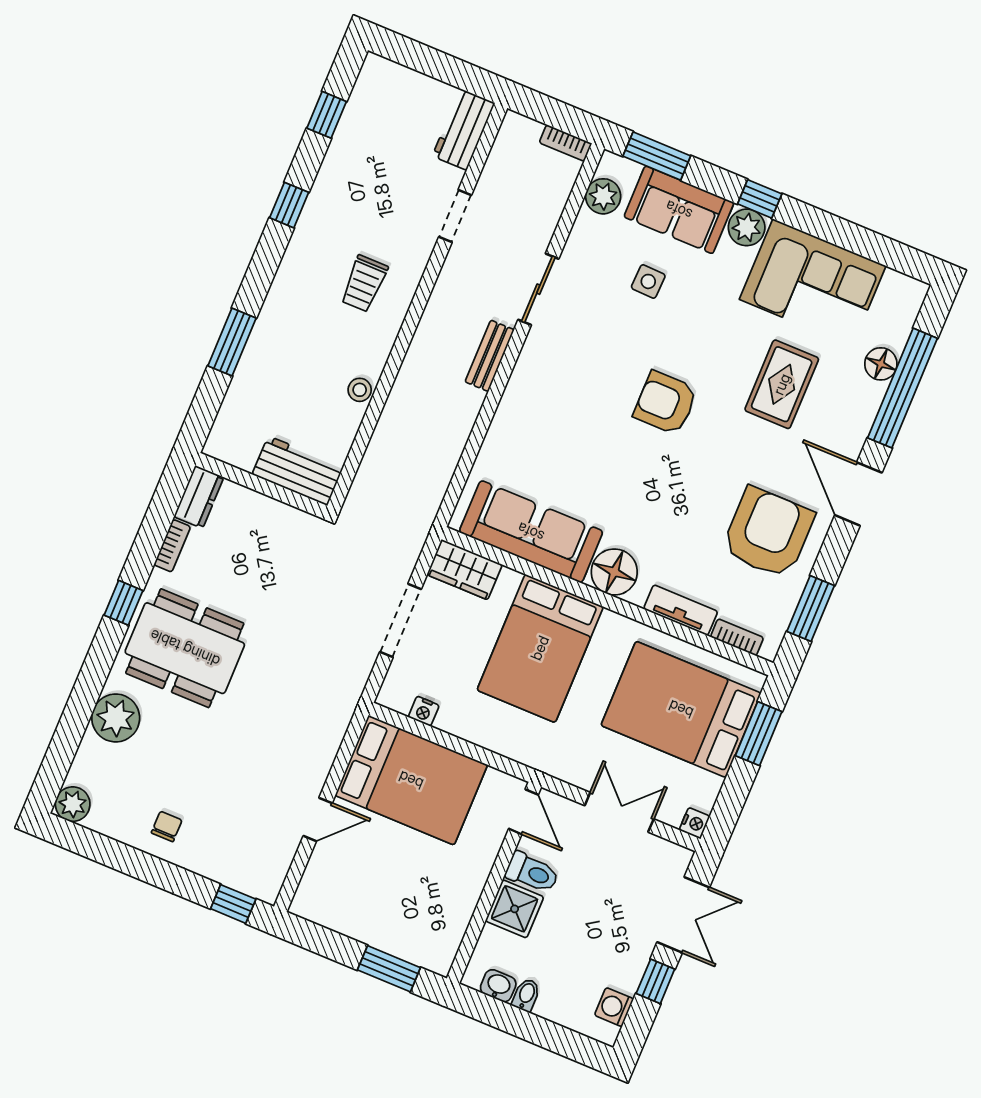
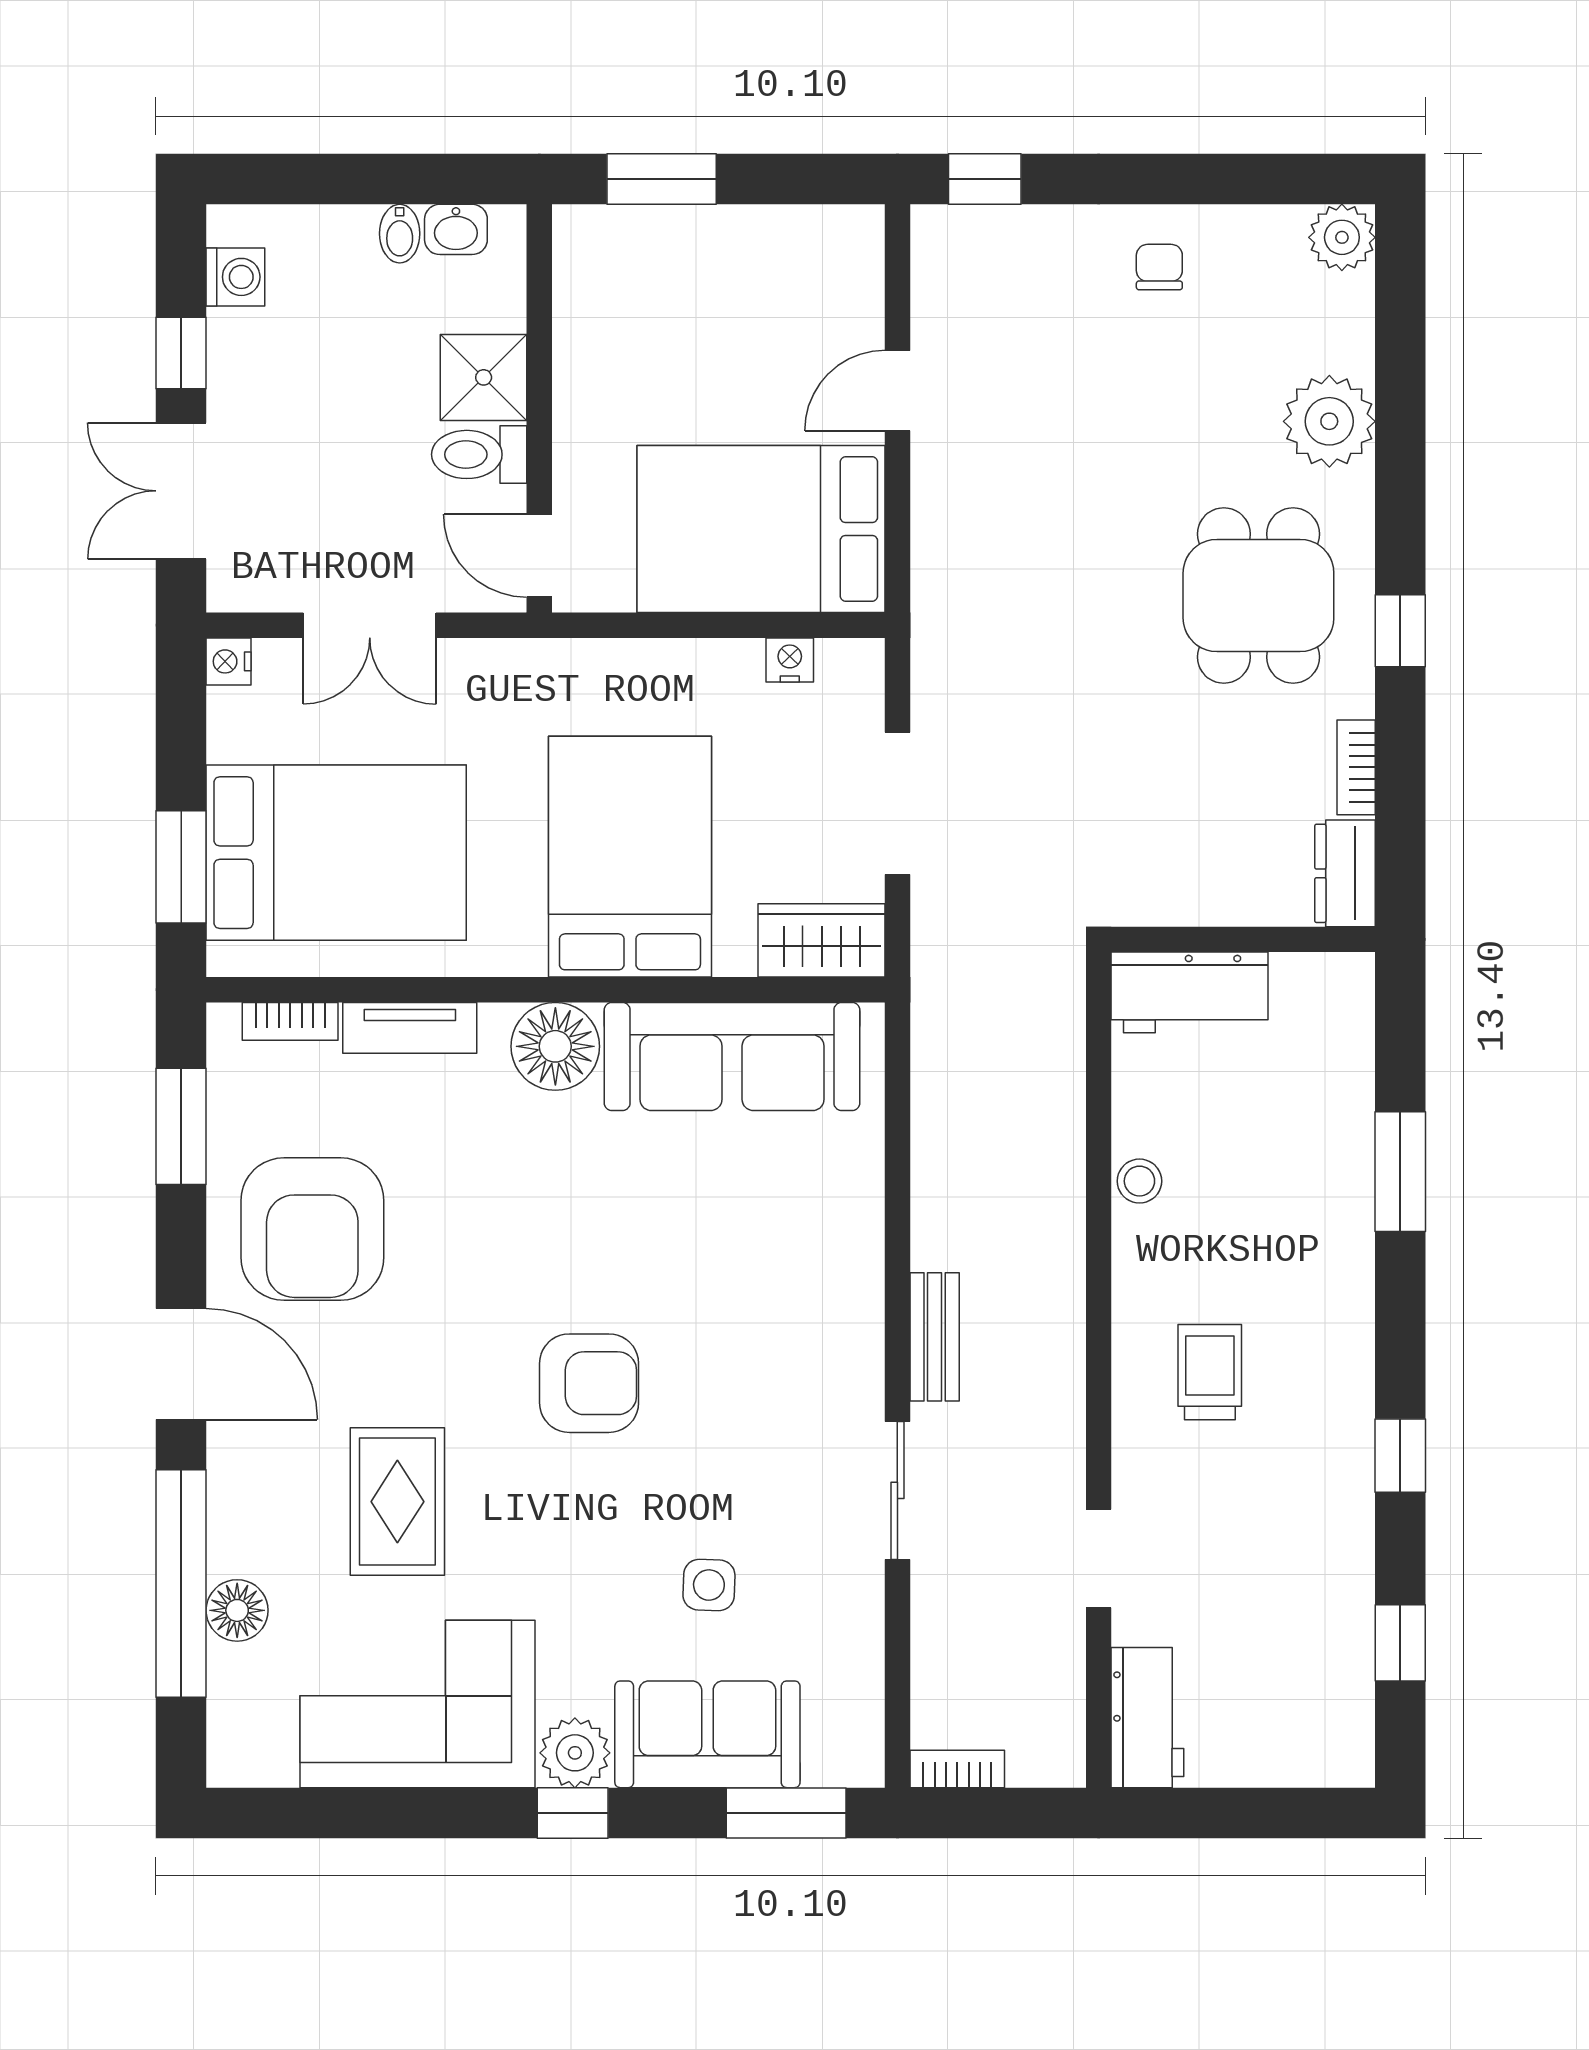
plant: (603, 196) -> (851, 1702), removed
dining table: (185, 648) -> (1258, 596), width x0.73
chair: (167, 826) -> (1159, 267), turned 180

